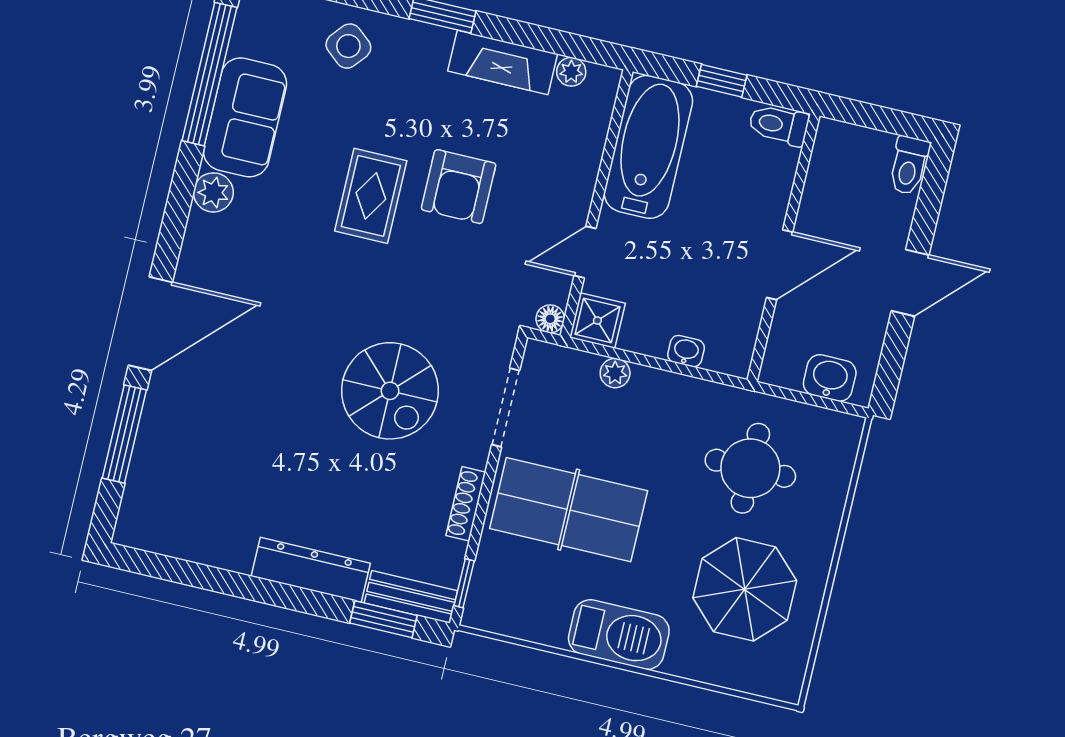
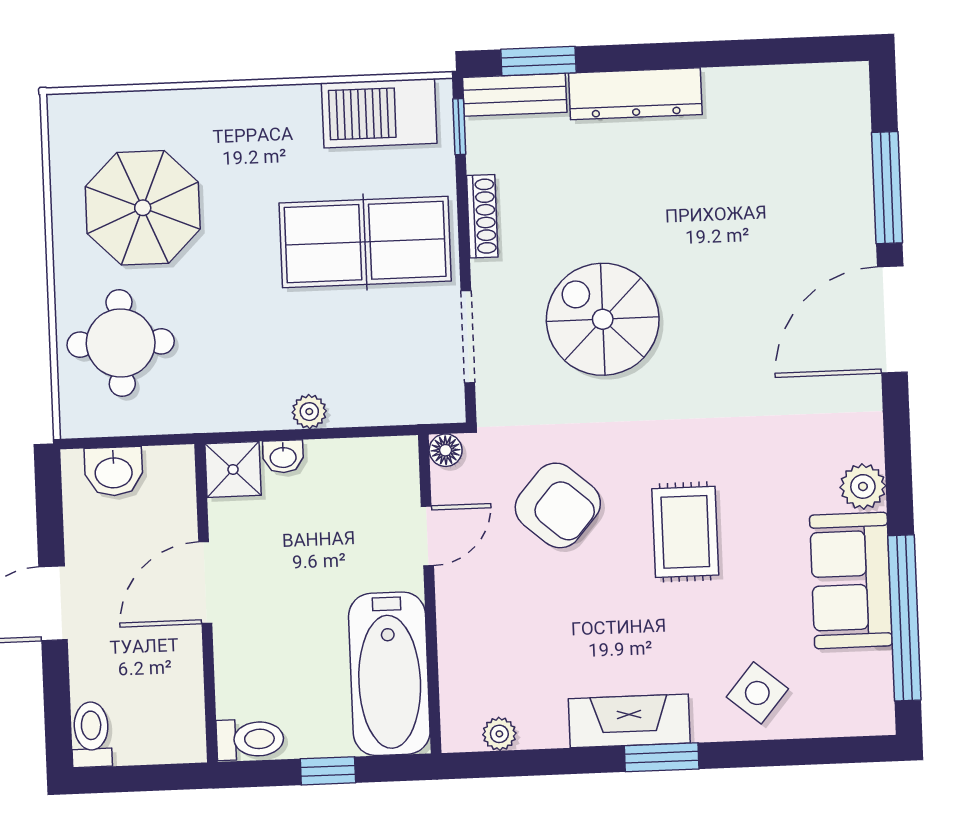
fireplace: (503, 62) -> (629, 721), moved
armchair: (459, 187) -> (558, 505), moved, turned 131
shower: (597, 320) -> (233, 469), moved
plant: (615, 373) -> (309, 412), moved
round table: (750, 468) -> (121, 343), moved
barbecue: (619, 635) -> (379, 113), moved

